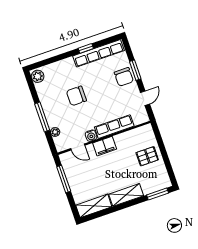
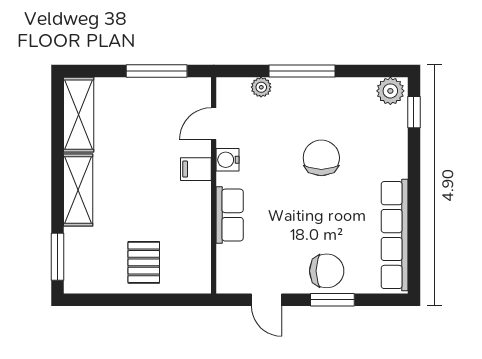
window: (86, 48) -> (414, 112), moved
chair: (124, 77) -> (327, 271), turned 180
row of seats: (114, 127) -> (230, 215), width x0.68
filing cabinet: (105, 146) -> (196, 169), width x0.50

